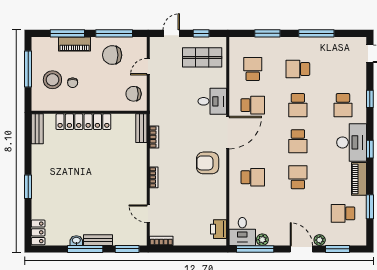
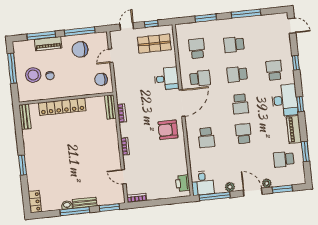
school desk: (298, 105) -> (237, 74), turned 90
school desk: (343, 105) -> (274, 70), turned 180
school desk: (253, 177) -> (206, 138), turned 90
plant: (262, 240) -> (230, 187), moved

